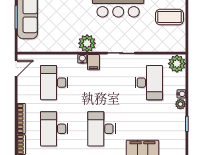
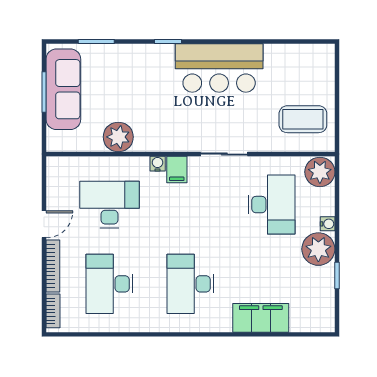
coffee table: (169, 17) -> (303, 119), moved
plant: (87, 43) -> (118, 137), moved
door: (16, 68) -> (44, 224), moved
desk: (54, 83) -> (109, 205), turned 90
plant: (180, 104) -> (318, 249), width x1.88, depth x1.88

